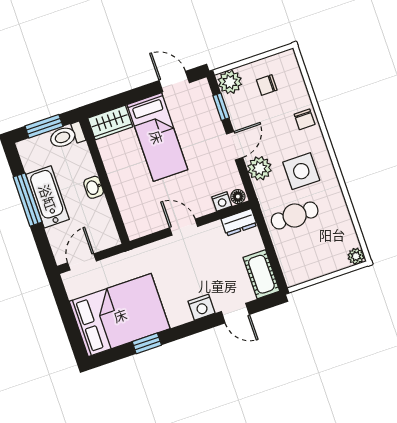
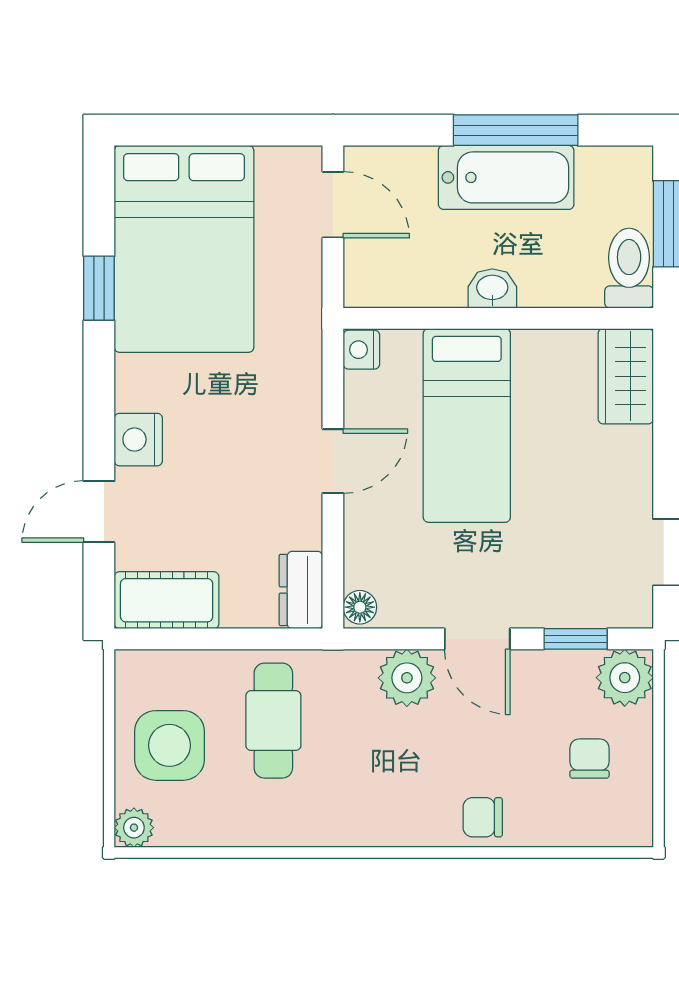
bed: (157, 137) -> (467, 425), moved, turned -90
side table: (301, 171) -> (169, 745), moved
nightstand: (222, 201) -> (361, 350), moved

